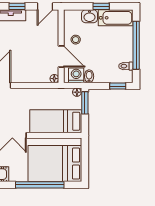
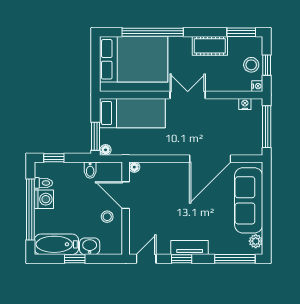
washing machine: (76, 75) -> (44, 199), moved, turned -90

